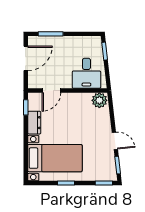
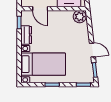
door: (51, 91) -> (40, 9), hinge flipped

